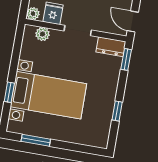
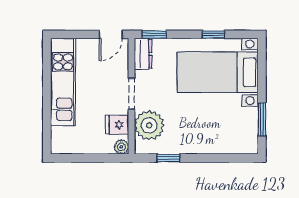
plant: (43, 34) -> (149, 125), width x1.87, depth x1.87
window: (9, 92) -> (168, 158), moved
bed with nightstands: (48, 95) -> (218, 72), moved, turned -90

